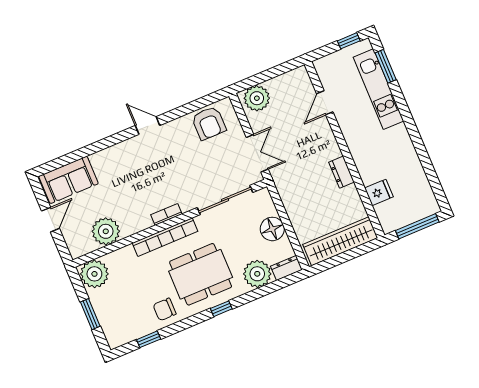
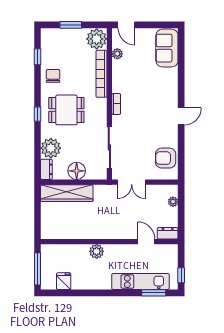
plant: (257, 98) -> (173, 202), width x0.53, depth x0.53
plant: (364, 161) -> (97, 251), added
dresser: (341, 172) -> (168, 233), moved
fridge: (379, 192) -> (64, 281), moved, turned 180
door: (51, 220) -> (126, 25), moved
plant: (106, 231) -> (117, 54), width x0.53, depth x0.53
bookcase: (165, 237) -> (101, 74), moved
wardrobe: (340, 241) -> (67, 193), moved, turned 90
dining table: (201, 274) -> (66, 110), width x0.73

